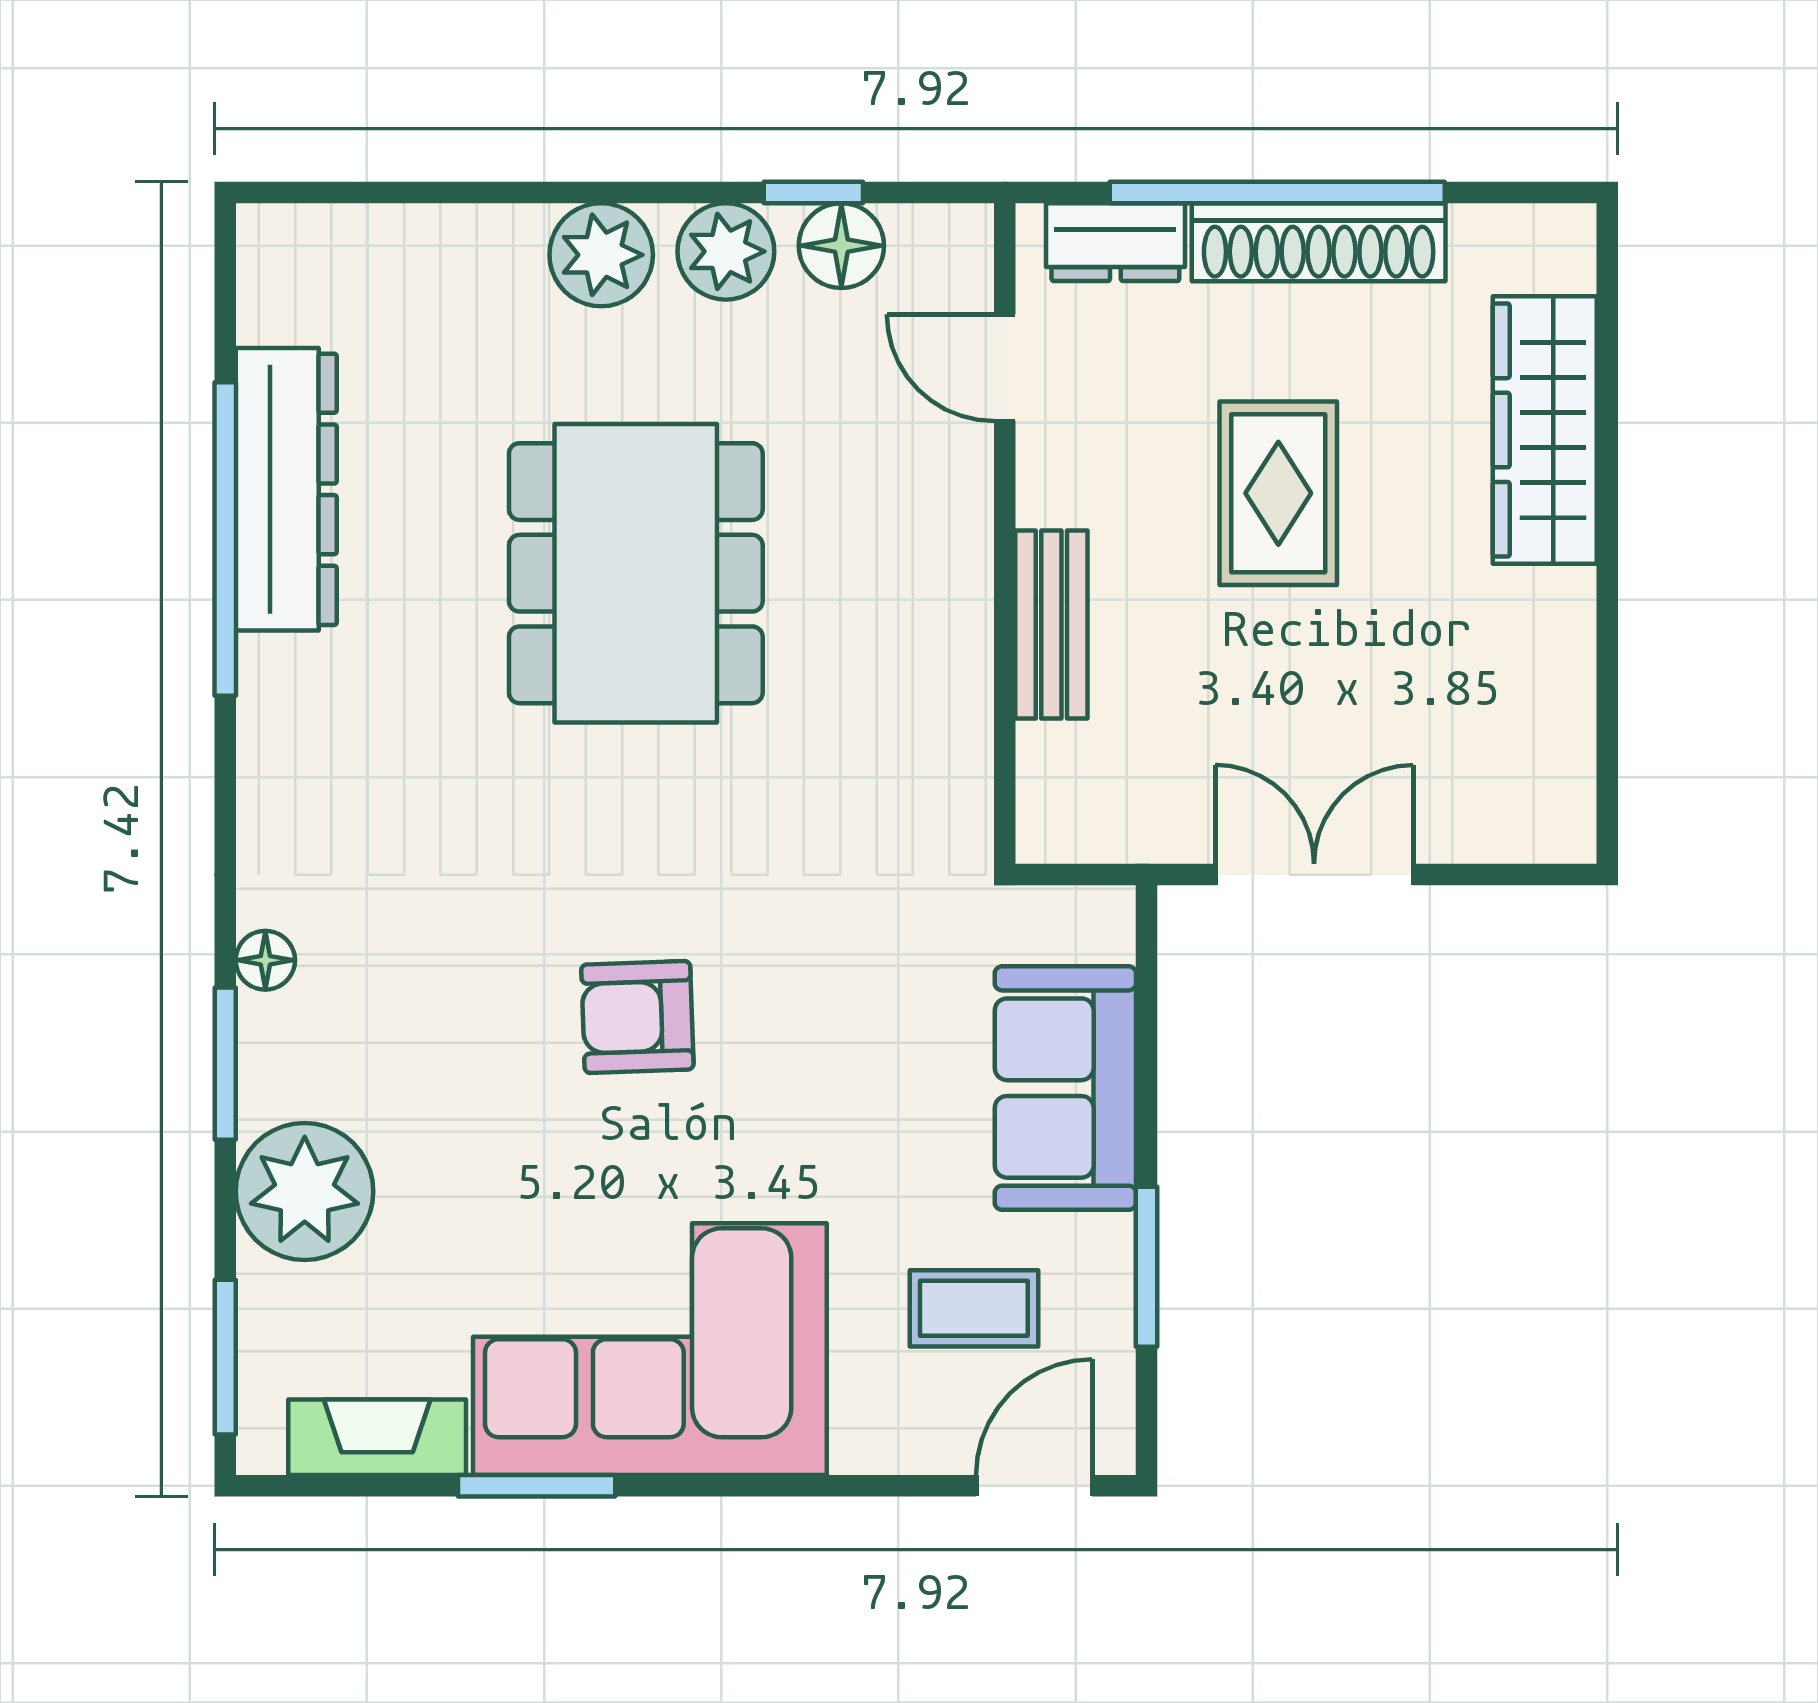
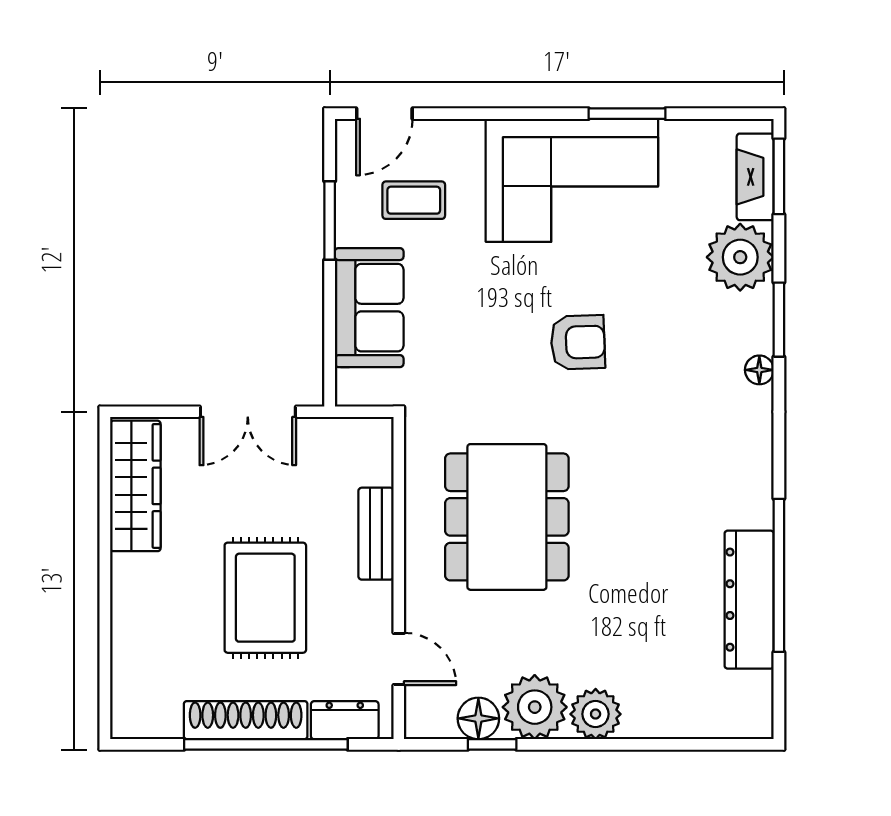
plant: (726, 251) -> (535, 707), width x1.36, depth x1.36
wardrobe: (1545, 430) -> (135, 486), moved
rug: (1278, 493) -> (265, 598), width x1.36, depth x1.43
dining table: (636, 573) -> (507, 517), moved
fireplace: (377, 1437) -> (755, 177), moved, turned 90

